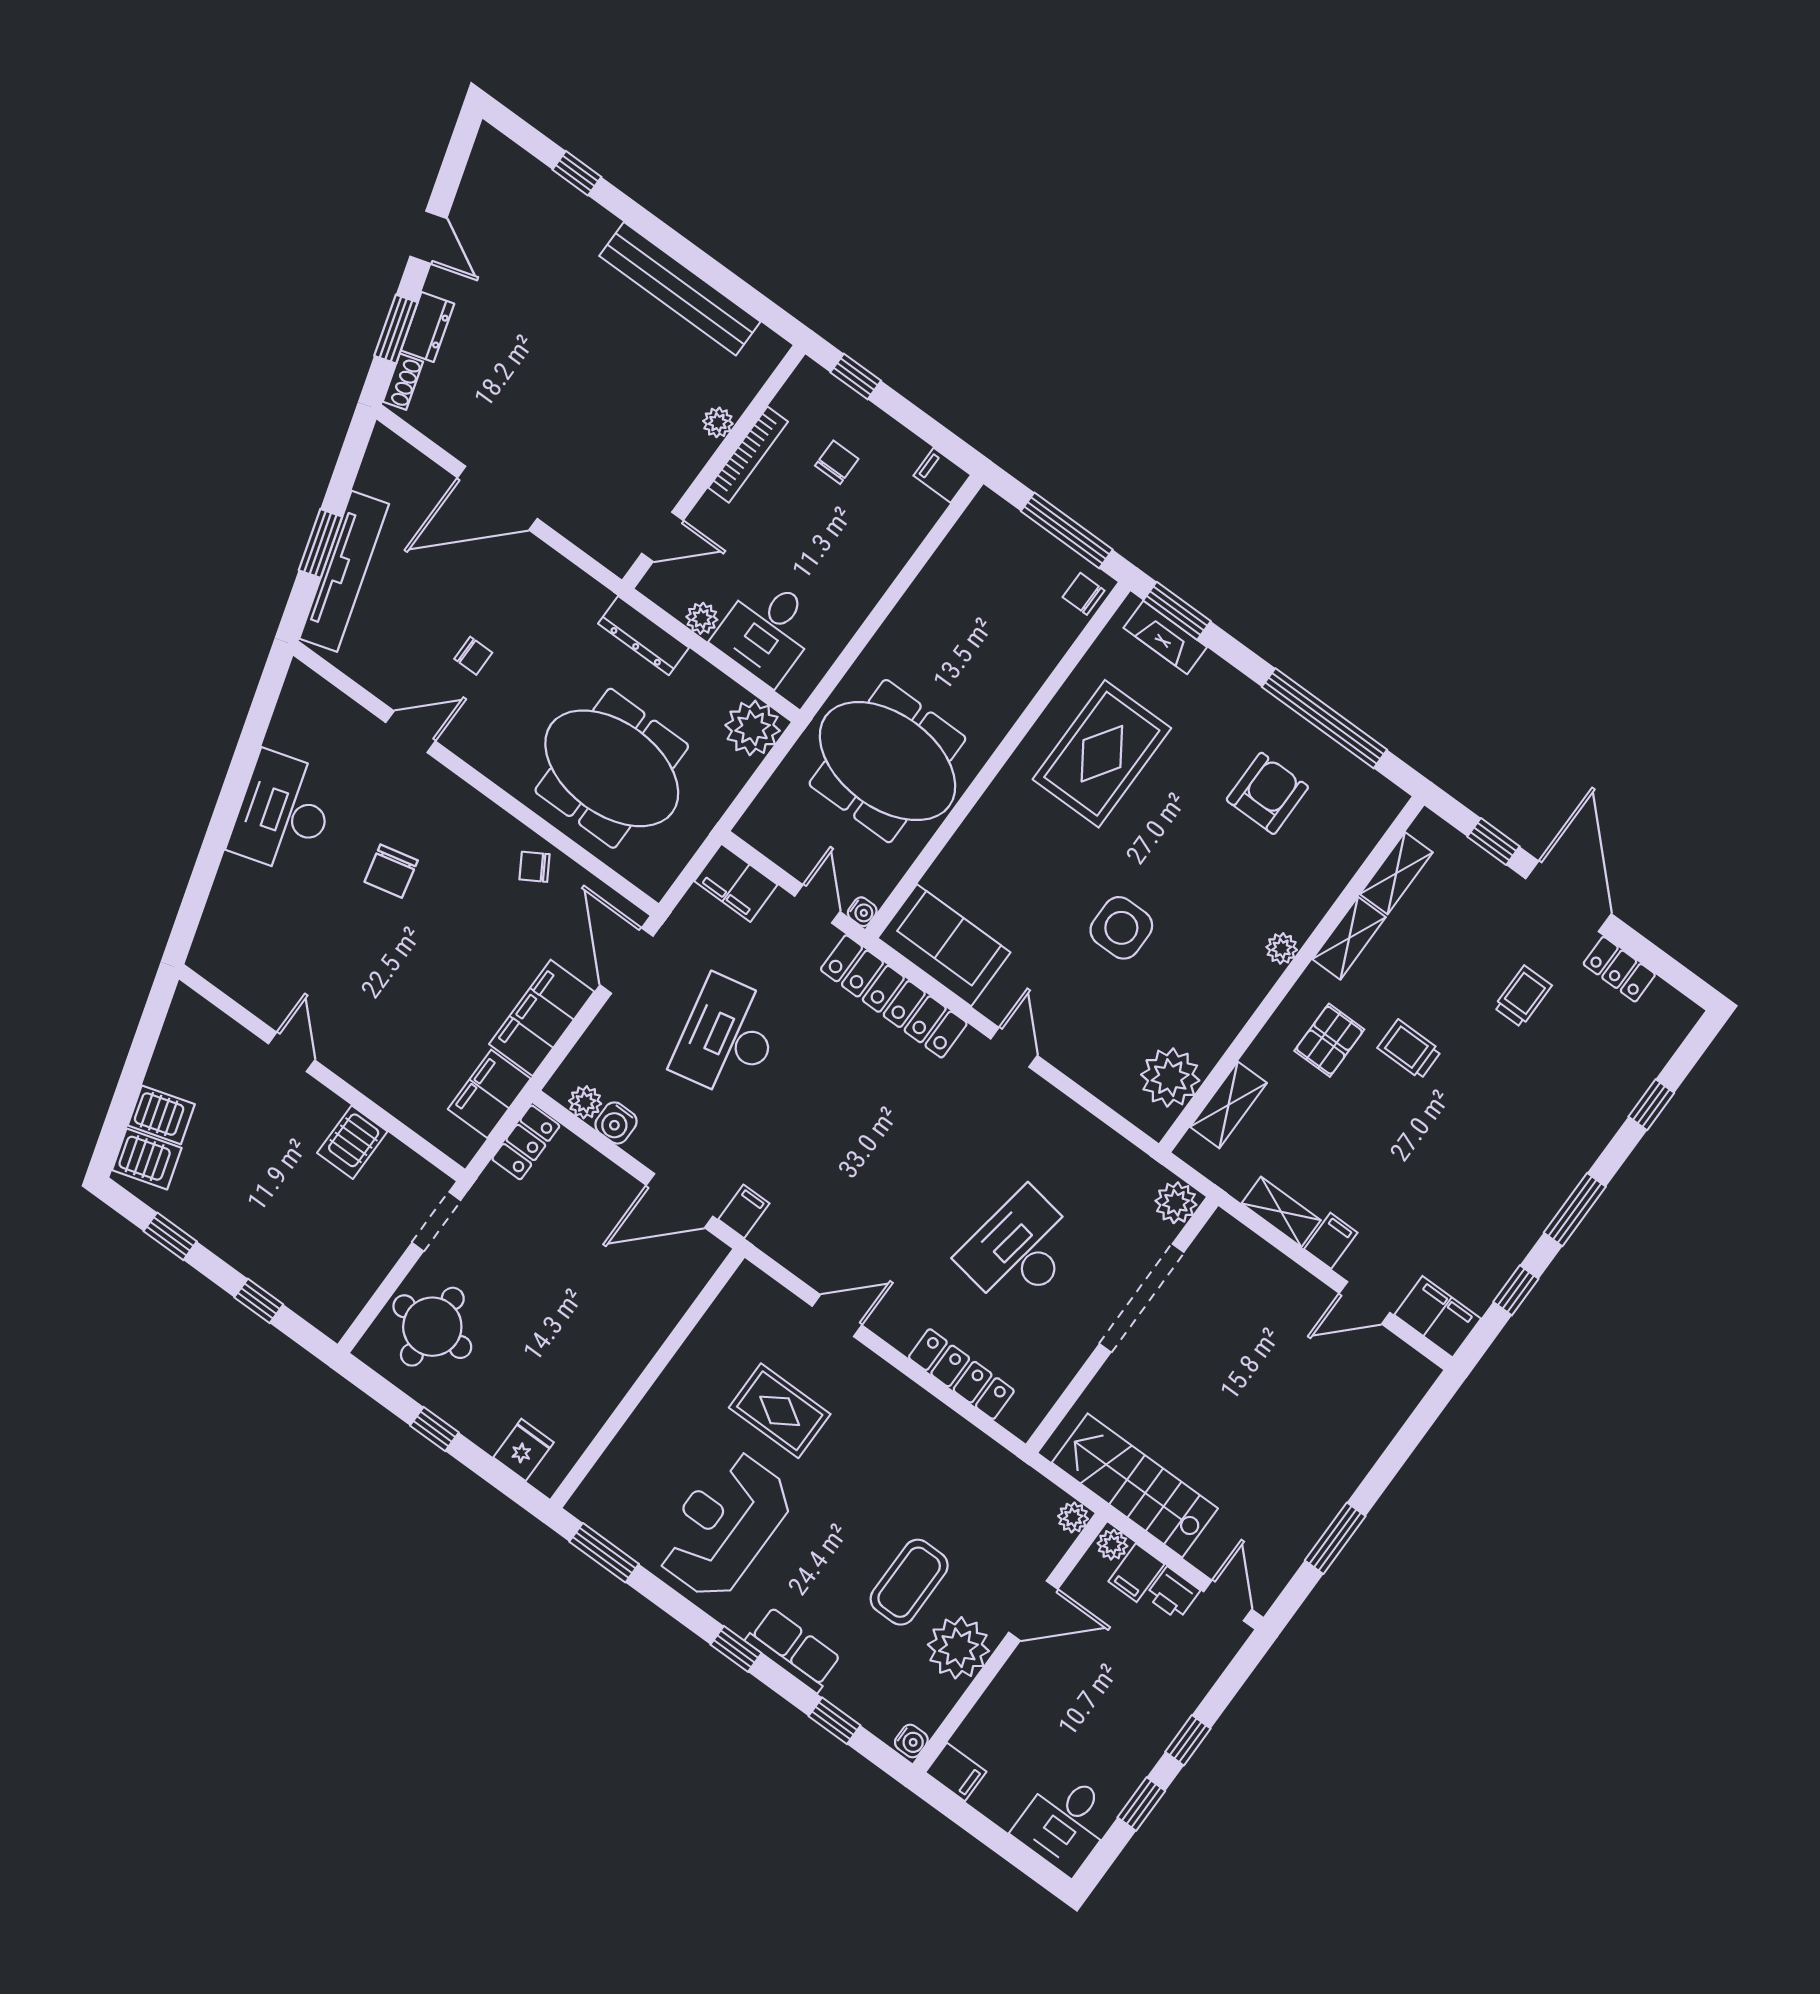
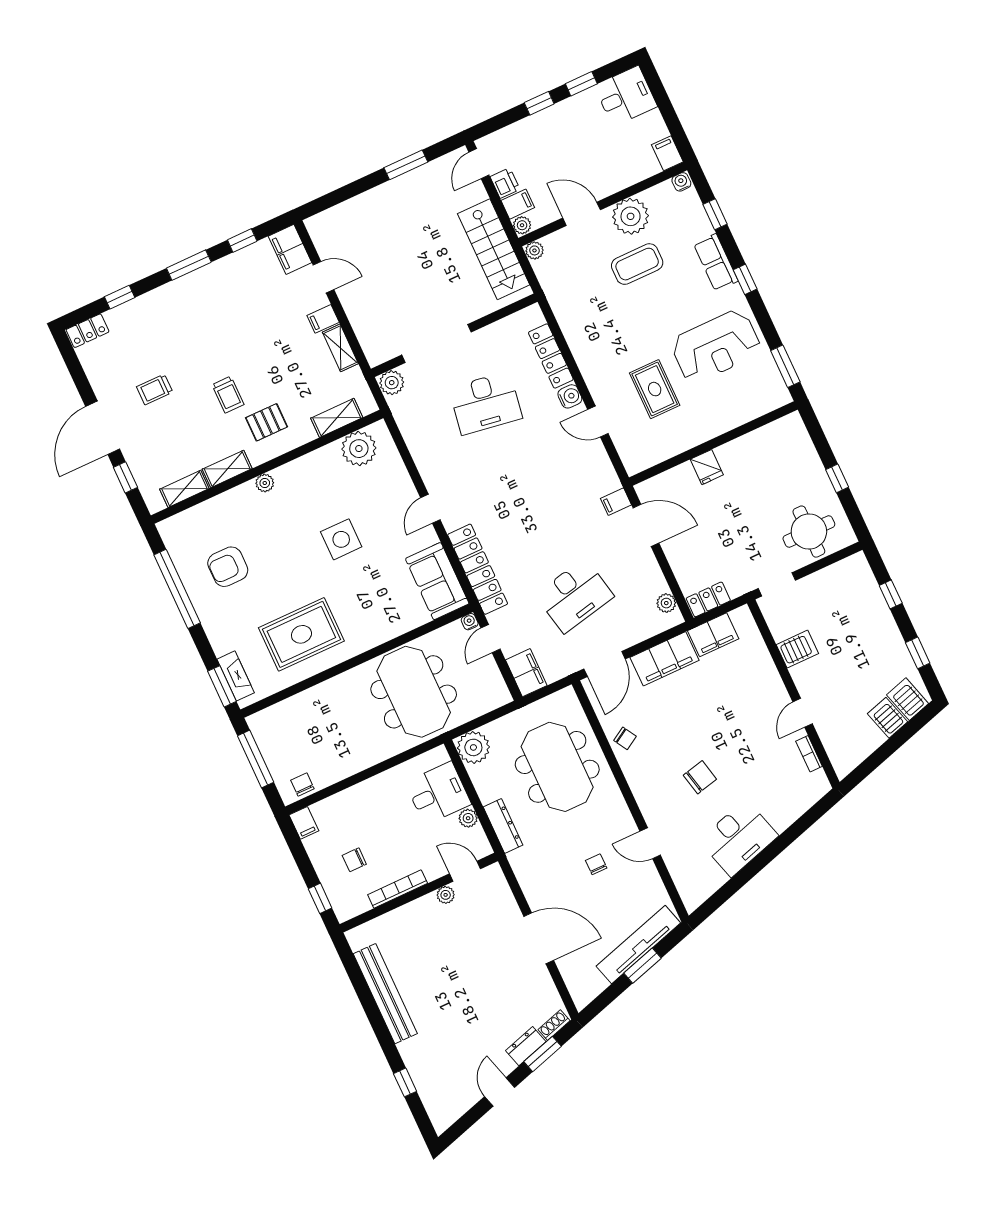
plant: (718, 422) -> (446, 895), moved
chair: (1084, 594) -> (302, 785), moved, turned 180
locker: (1619, 969) -> (88, 331), moved, turned 90
bookcase: (248, 996) -> (809, 754), added
water cooler: (616, 1123) -> (570, 396), moved
fridge: (524, 1450) -> (707, 467), moved, turned -90

